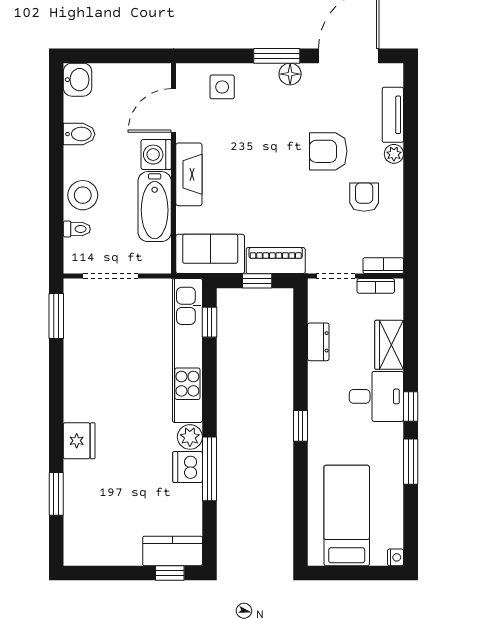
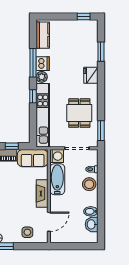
washbasin: (78, 80) -> (92, 224), moved
washing machine: (156, 155) -> (57, 156), moved
window: (209, 322) -> (33, 96), moved
dining table: (105, 355) -> (79, 113), added
kitchen counter: (173, 551) -> (43, 35), moved, turned -90
window: (170, 573) -> (84, 17), moved

